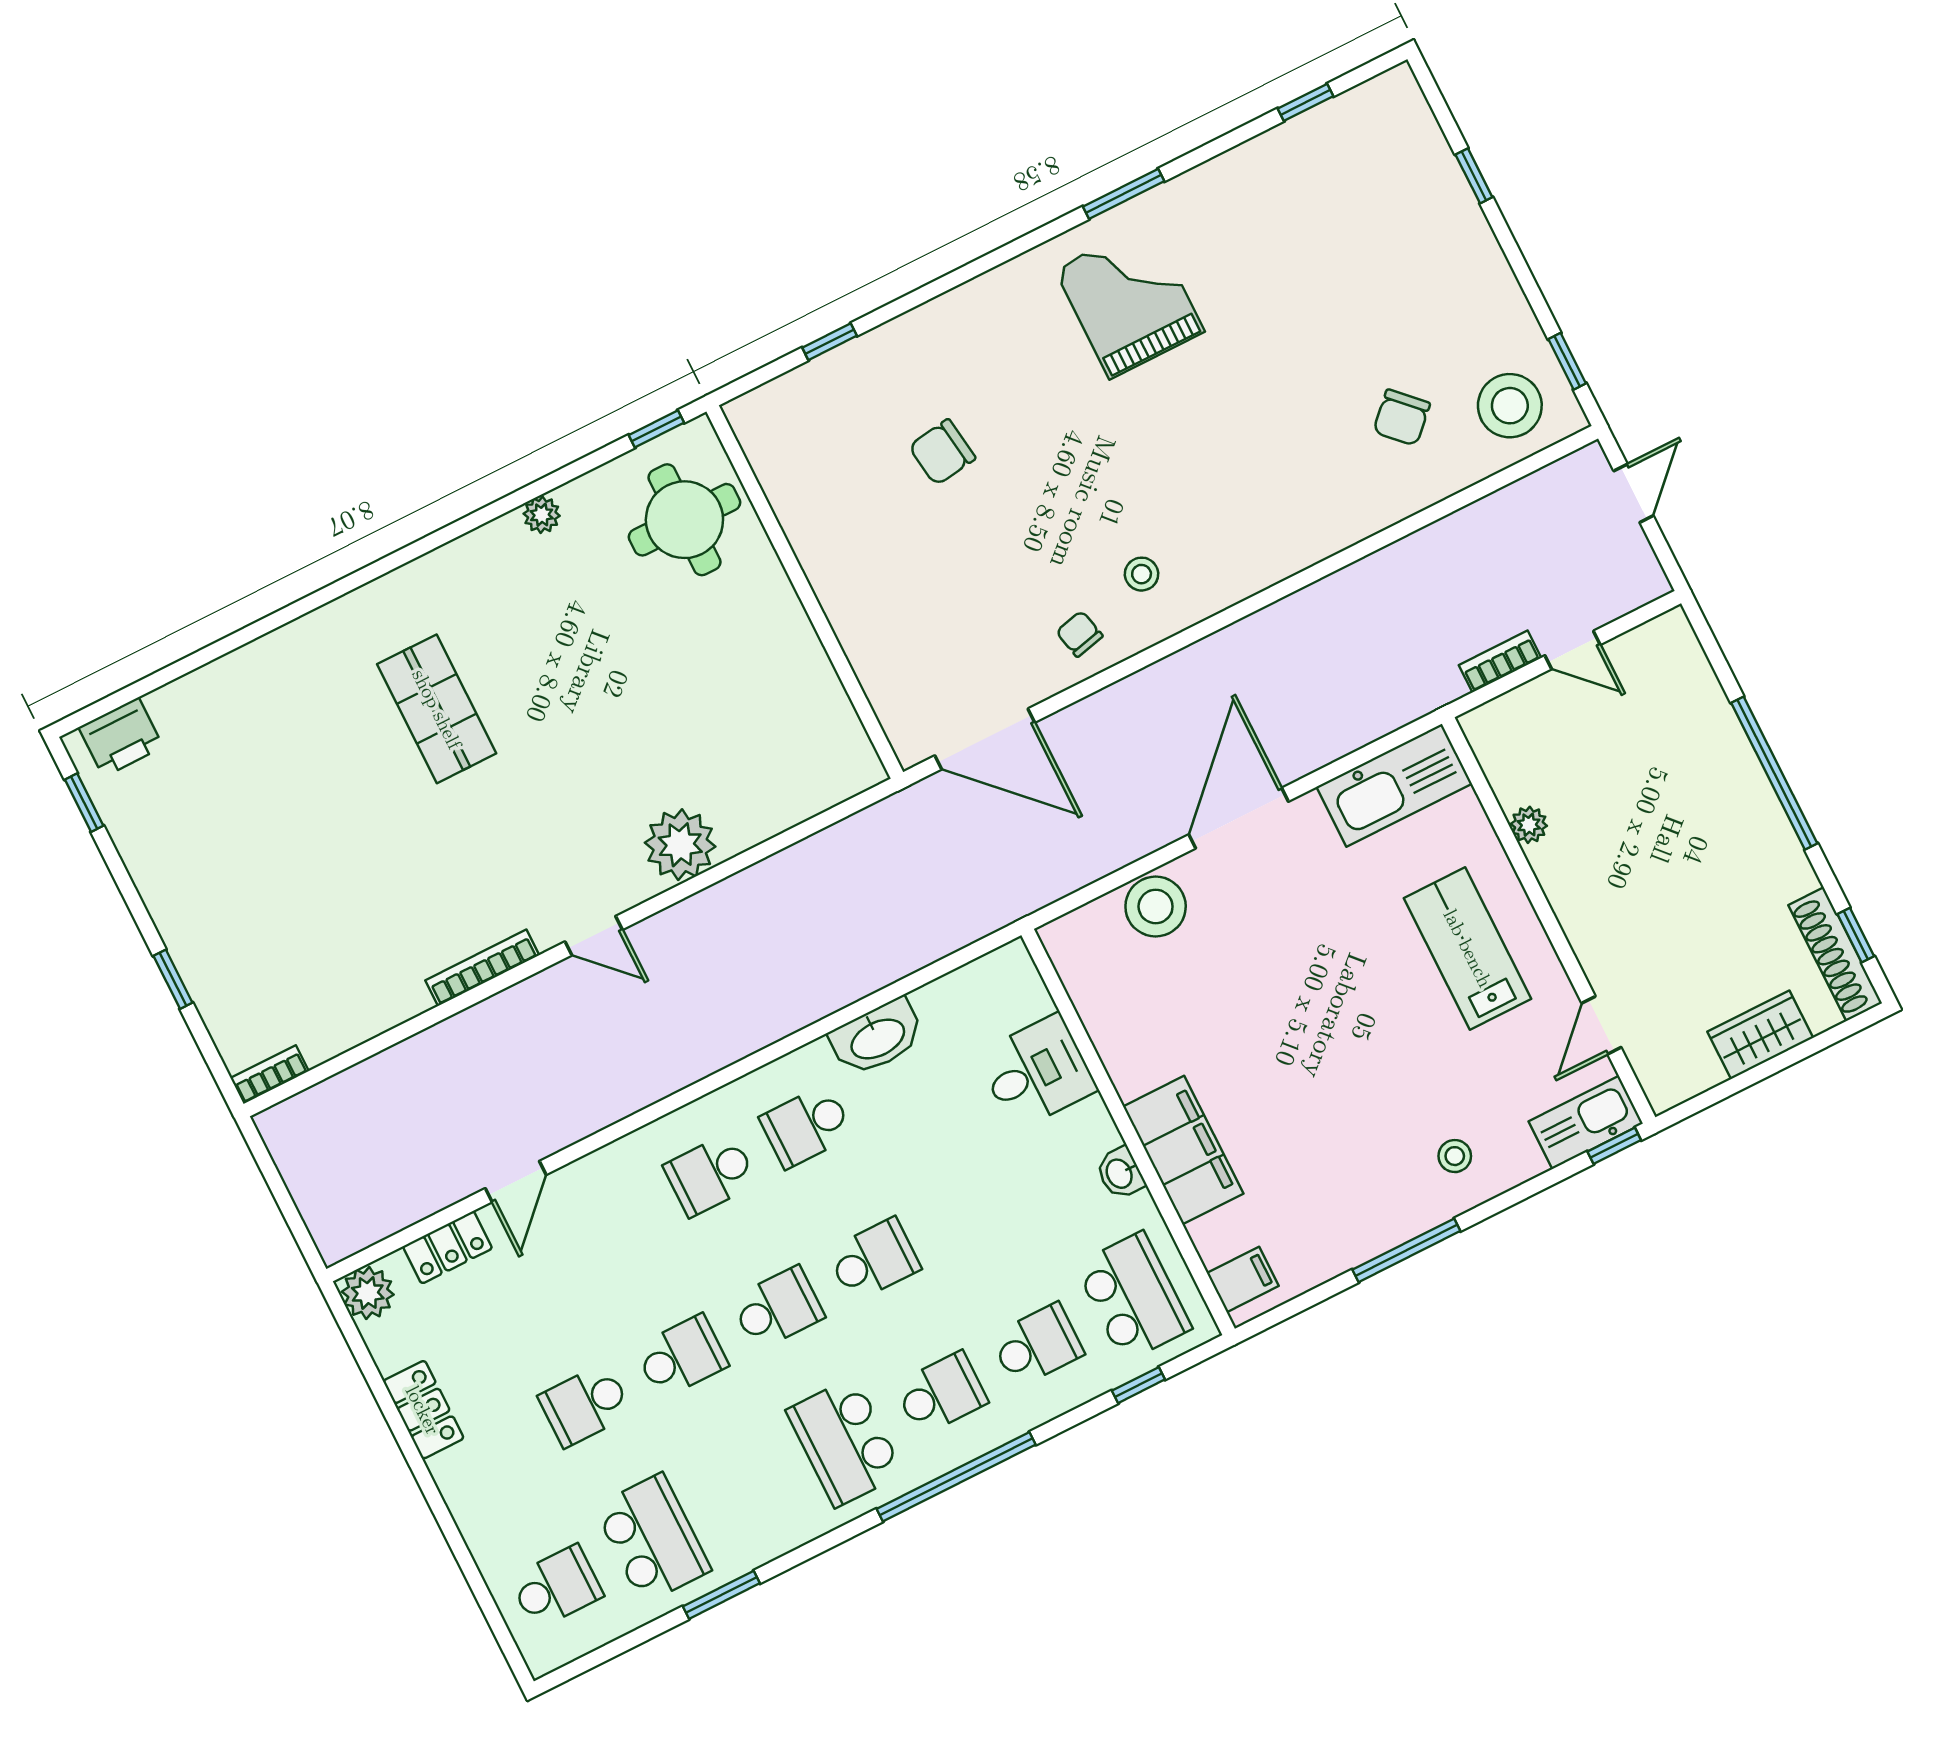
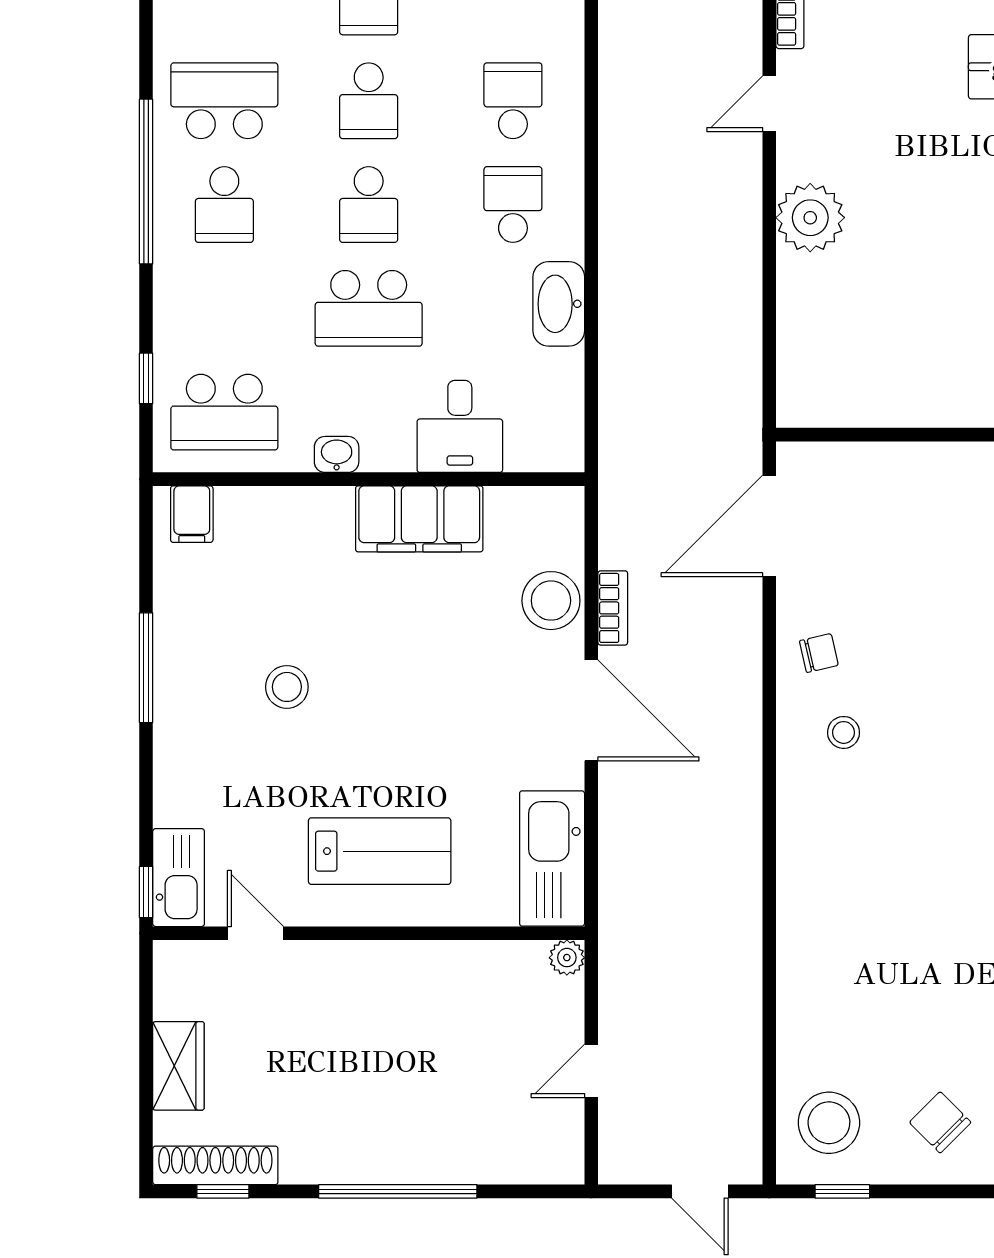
chair: (1402, 418) -> (940, 1122), moved
bookcase: (1500, 662) -> (613, 608), moved
plant: (1529, 825) -> (567, 958), moved
filing cabinet: (1183, 1150) -> (419, 519), moved
stool: (1455, 1156) -> (287, 687), moved, width x1.37, depth x1.37
school desk: (1037, 1345) -> (369, 308), moved, width x1.85

